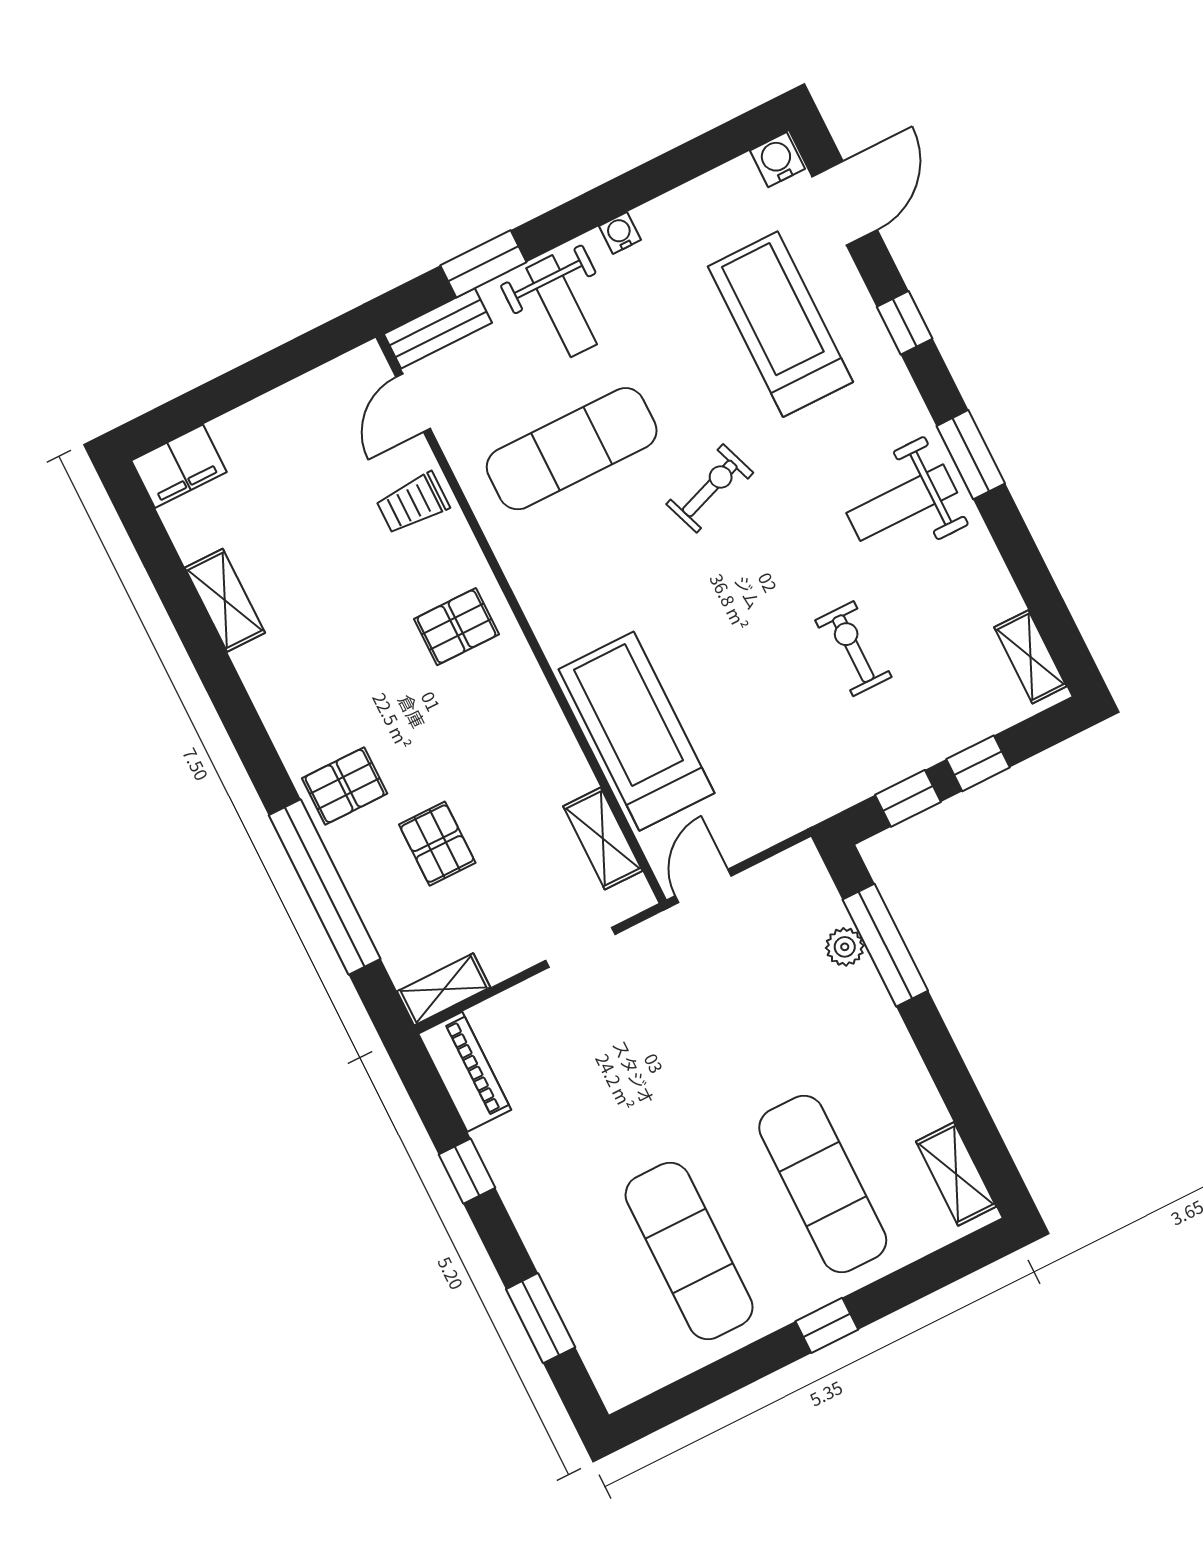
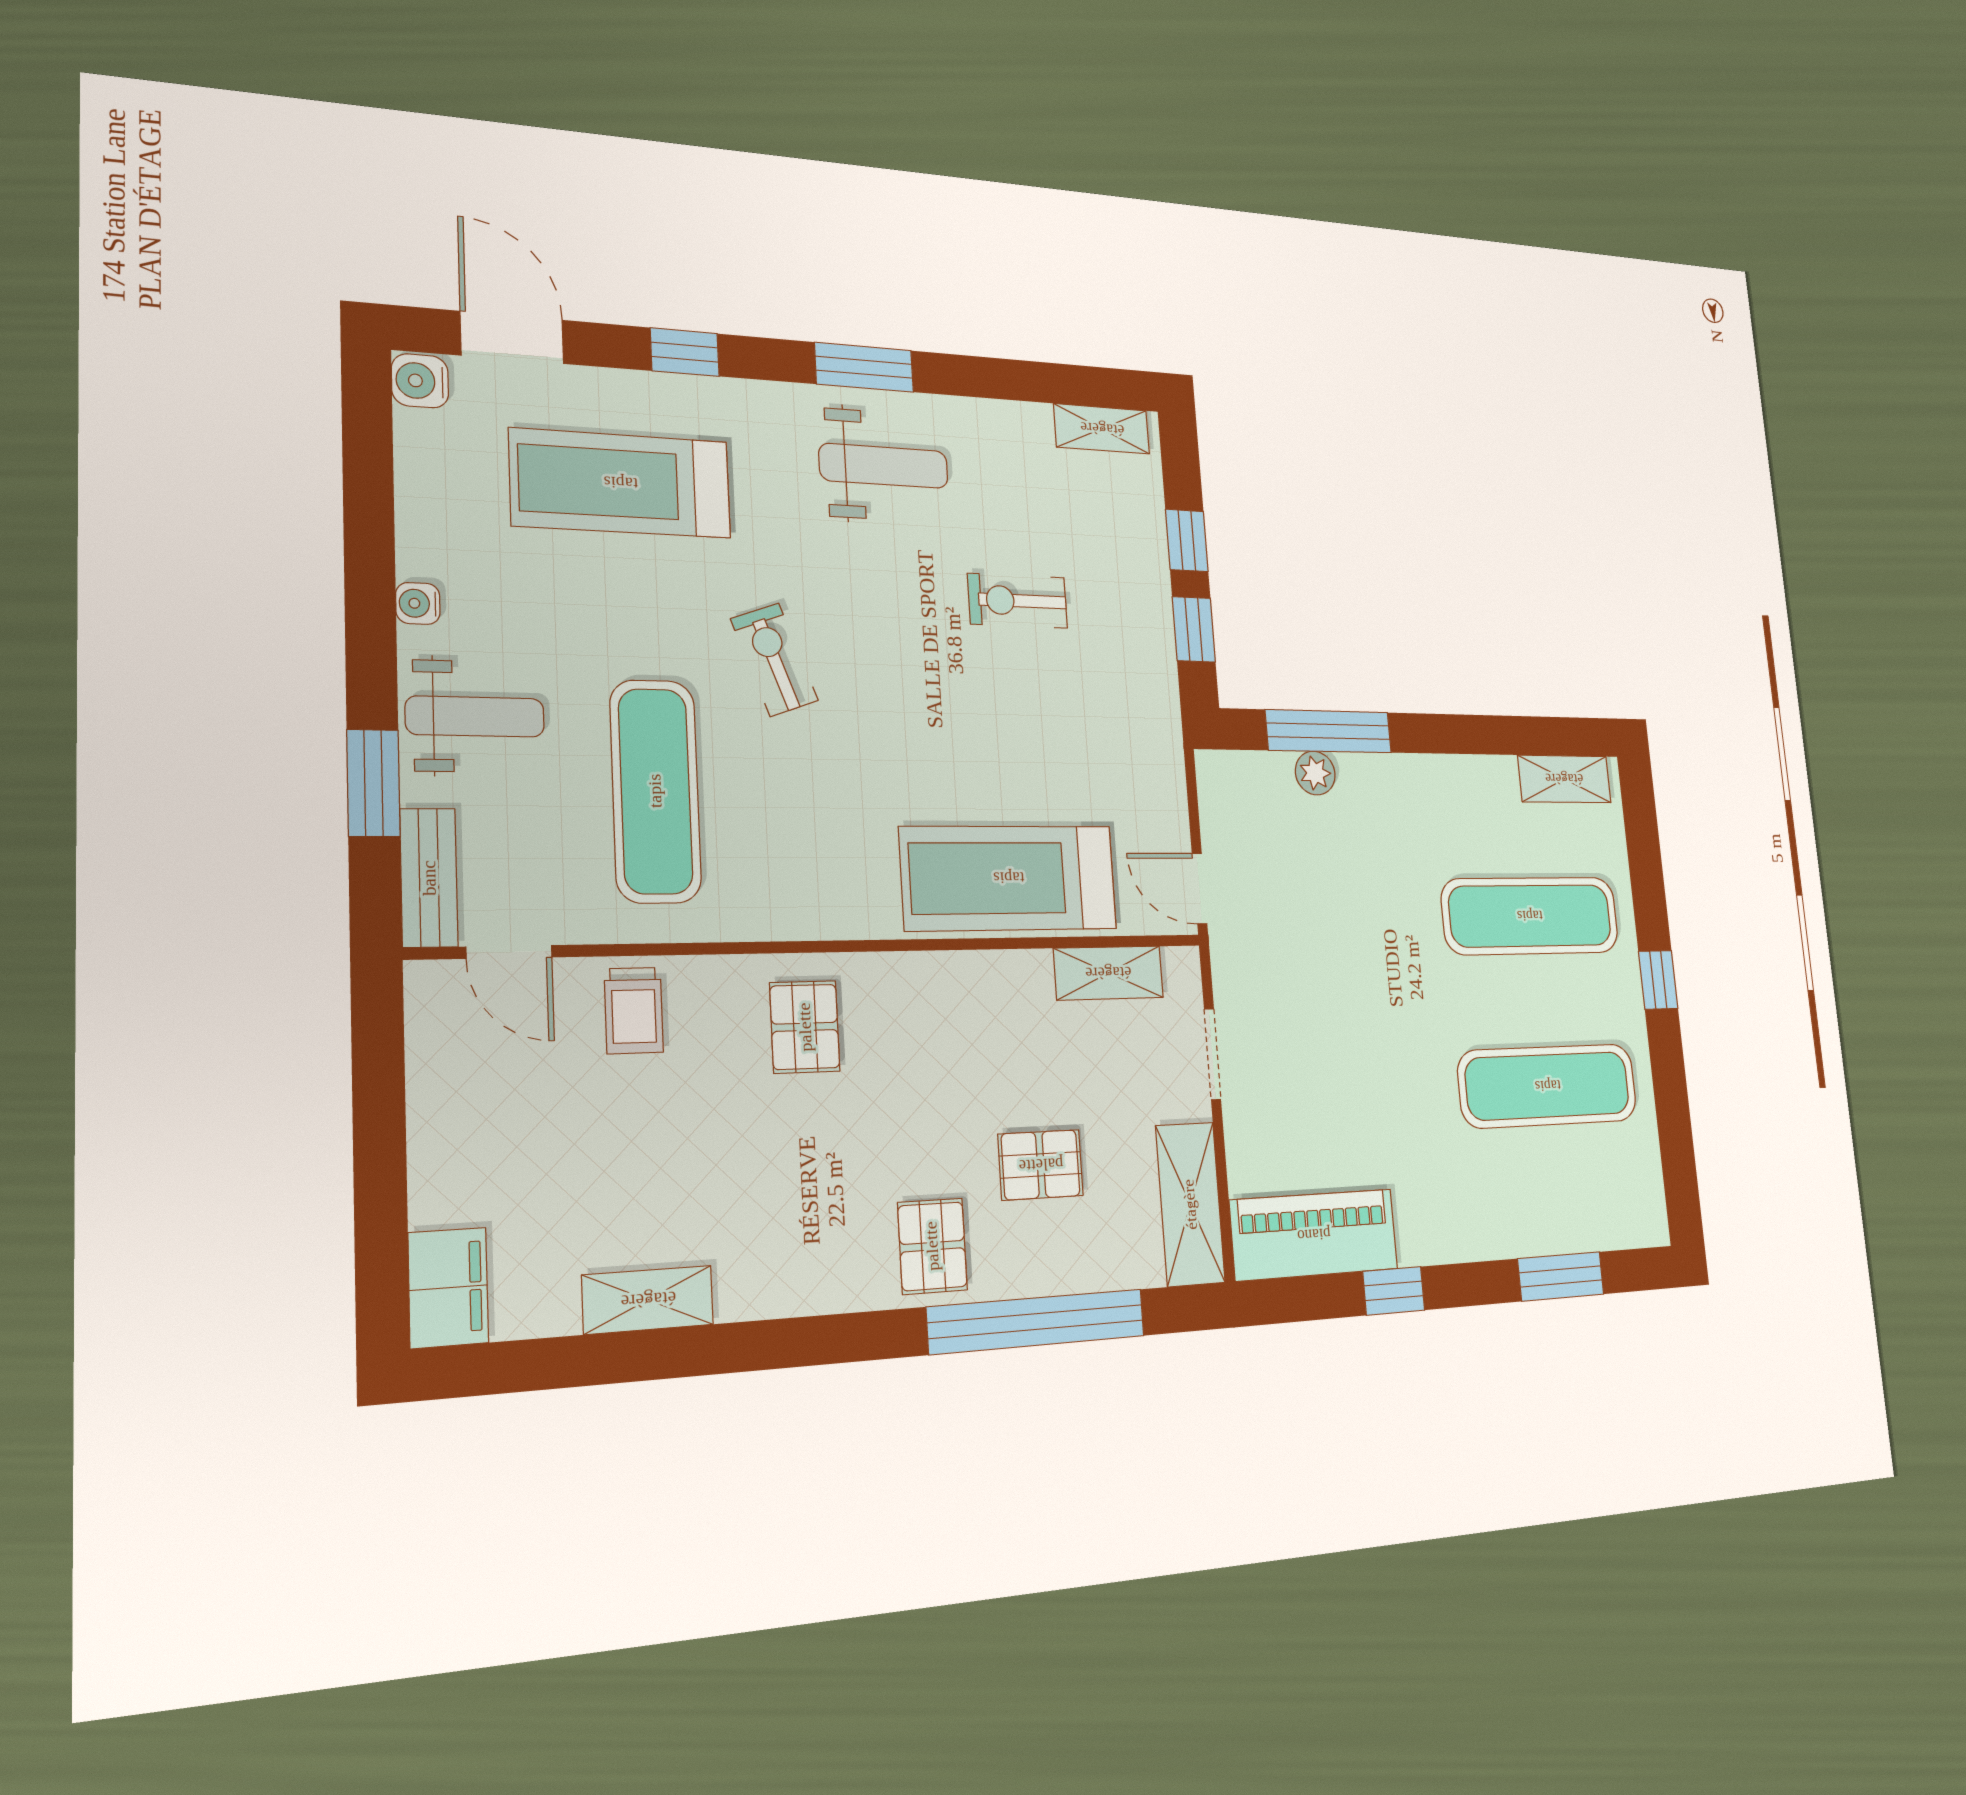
weight bench: (902, 503) -> (884, 466), turned -90
shelving: (444, 989) -> (1190, 1204), width x1.50, depth x1.33
piano: (465, 1072) -> (1314, 1235), width x1.37, depth x1.33

